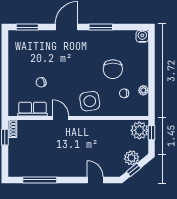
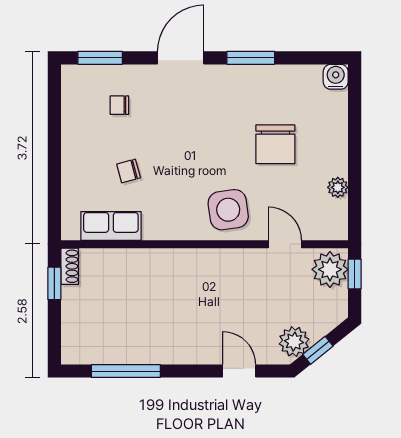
chair: (124, 93) -> (119, 105), moved
door: (61, 118) -> (285, 244), moved
plant: (131, 158) -> (294, 342), moved

